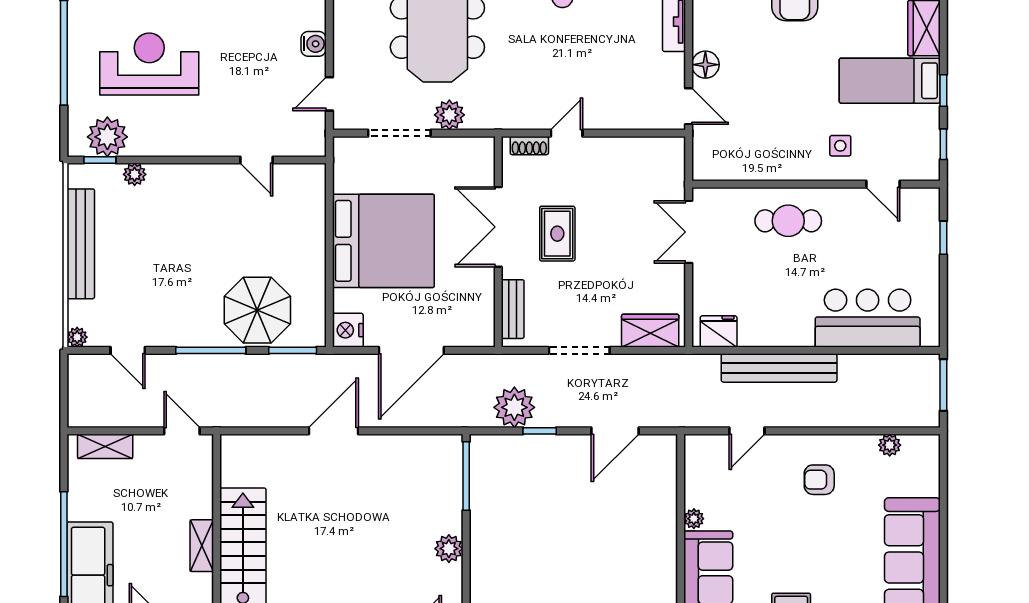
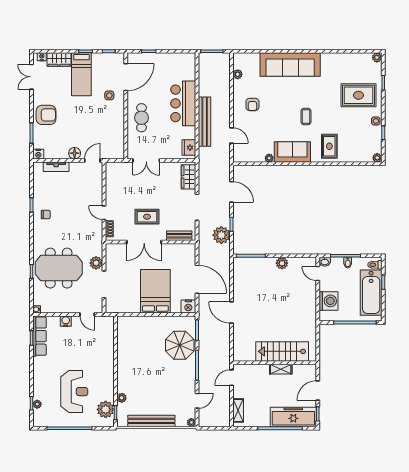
reception desk: (149, 64) -> (74, 392), turned 180
door: (256, 160) -> (115, 346), removed
door: (883, 184) -> (126, 77), width x1.88
bed: (383, 241) -> (155, 291), width x0.73
bar counter: (868, 318) -> (183, 103), moved

